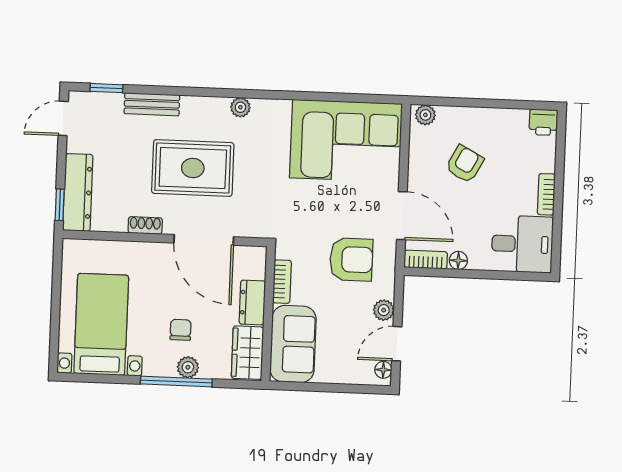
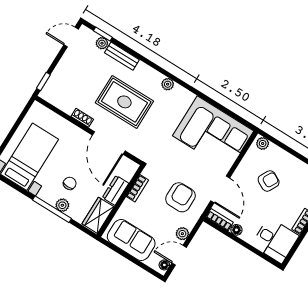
plant: (113, 102) -> (102, 43), added
dresser: (78, 192) -> (57, 80), removed
armchair: (351, 259) -> (180, 197), turned -90
sofa: (293, 344) -> (131, 240), moved, turned -90

